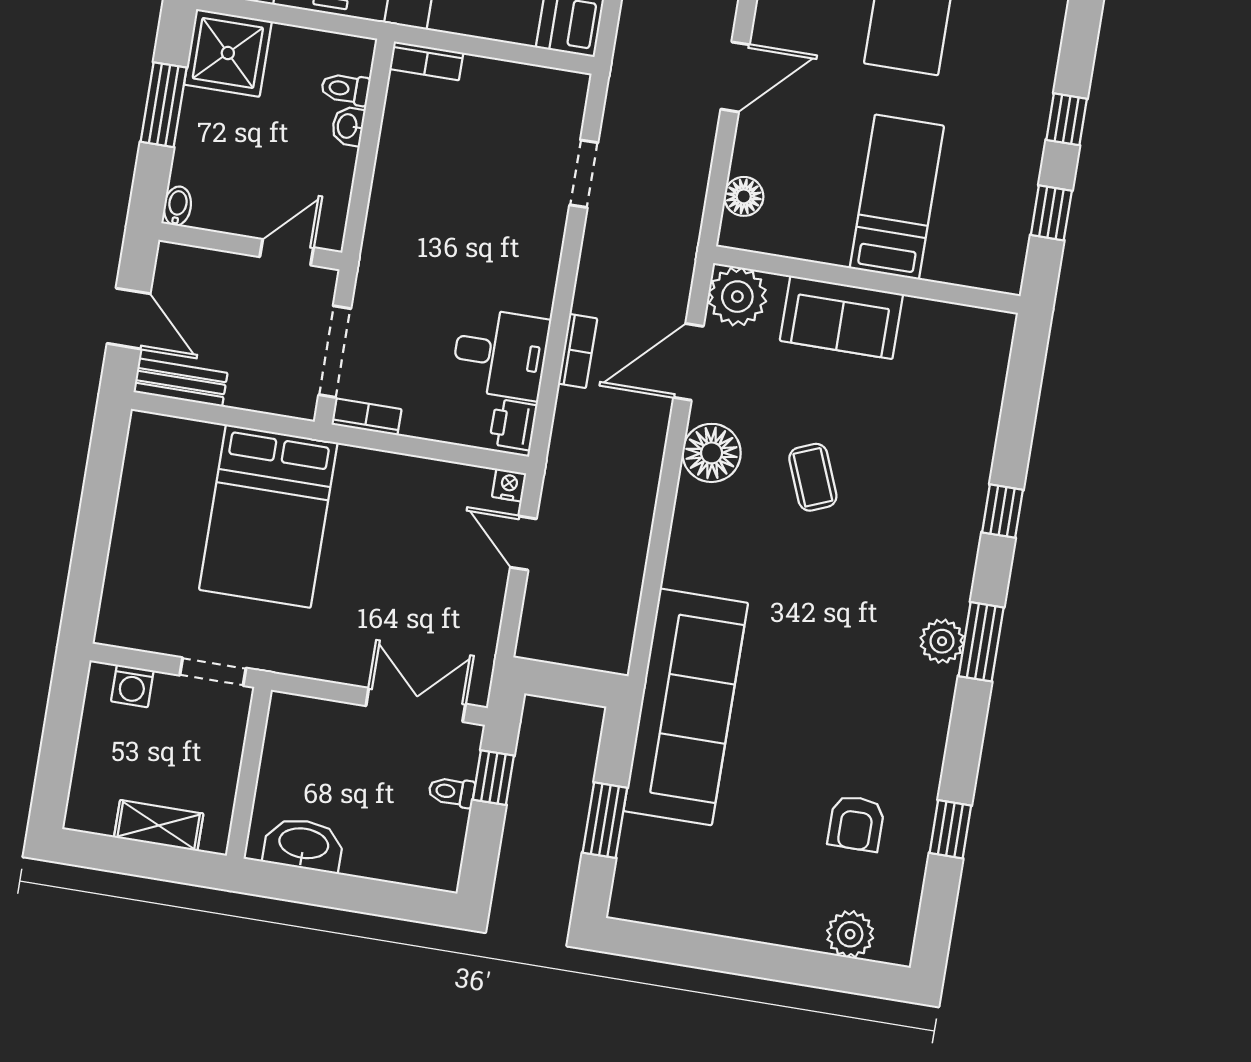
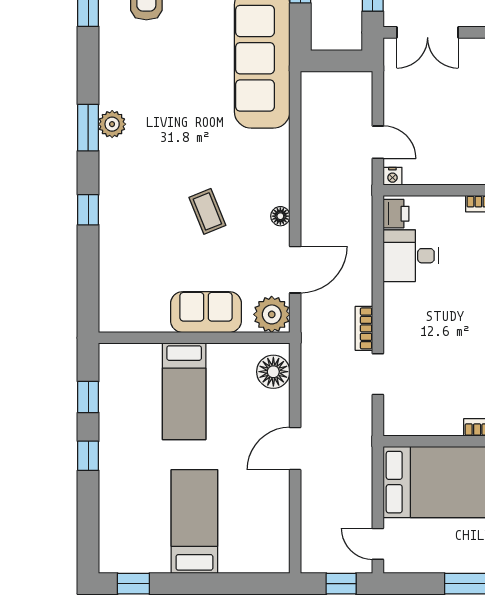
floor lamp: (744, 196) -> (273, 372), width x1.38, depth x1.38
bookcase: (578, 351) -> (364, 328), moved
floor lamp: (712, 453) -> (280, 216), width x0.53, depth x0.53

